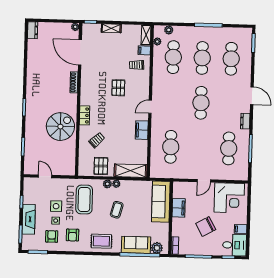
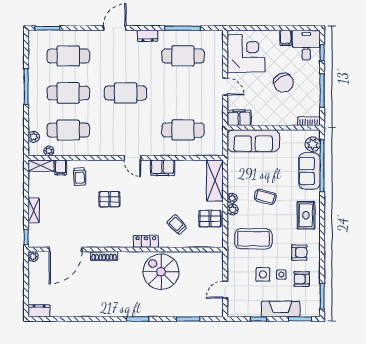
filing cabinet: (179, 208) -> (239, 118), moved

